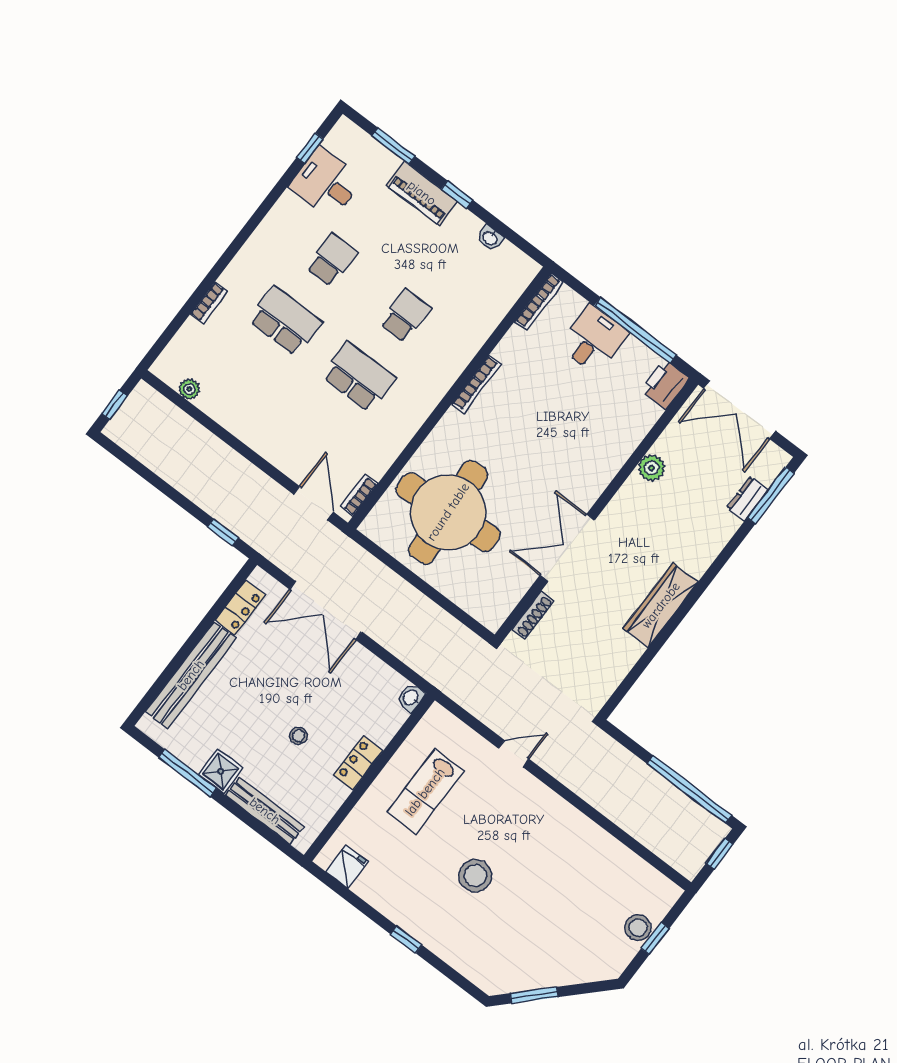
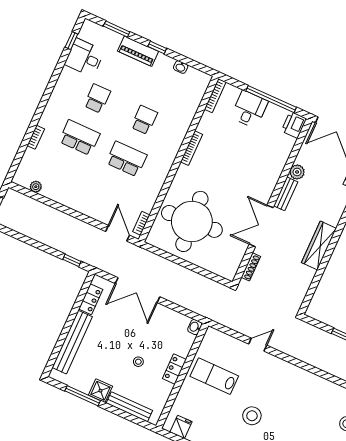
bench: (623, 502) -> (286, 194), added
lab bench: (425, 792) -> (214, 376), turned 90

